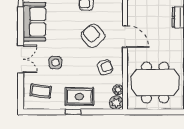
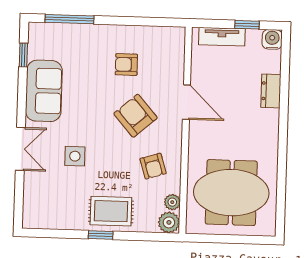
door: (125, 37) -> (186, 102), moved
armchair: (105, 67) -> (153, 166), turned 92
coffee table: (41, 91) -> (50, 200), removed

